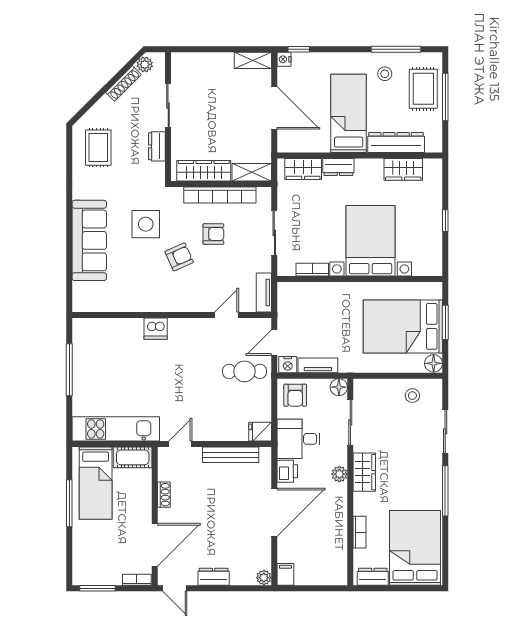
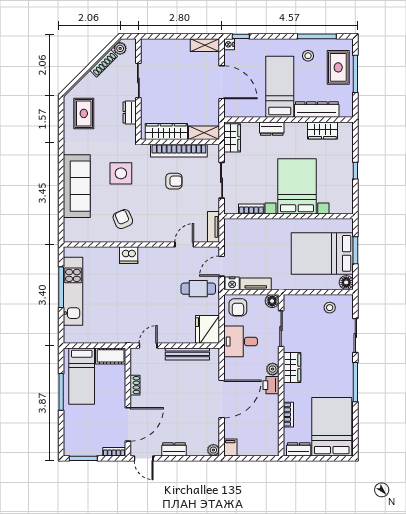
wardrobe: (303, 169) -> (232, 138), moved, turned -90
armchair: (179, 257) -> (123, 219), moved, turned -89
kitchen unit: (116, 429) -> (73, 291), moved, turned 90
fridge: (260, 432) -> (207, 329), width x1.88, depth x1.34
printer: (287, 471) -> (271, 385), moved, turned 180

